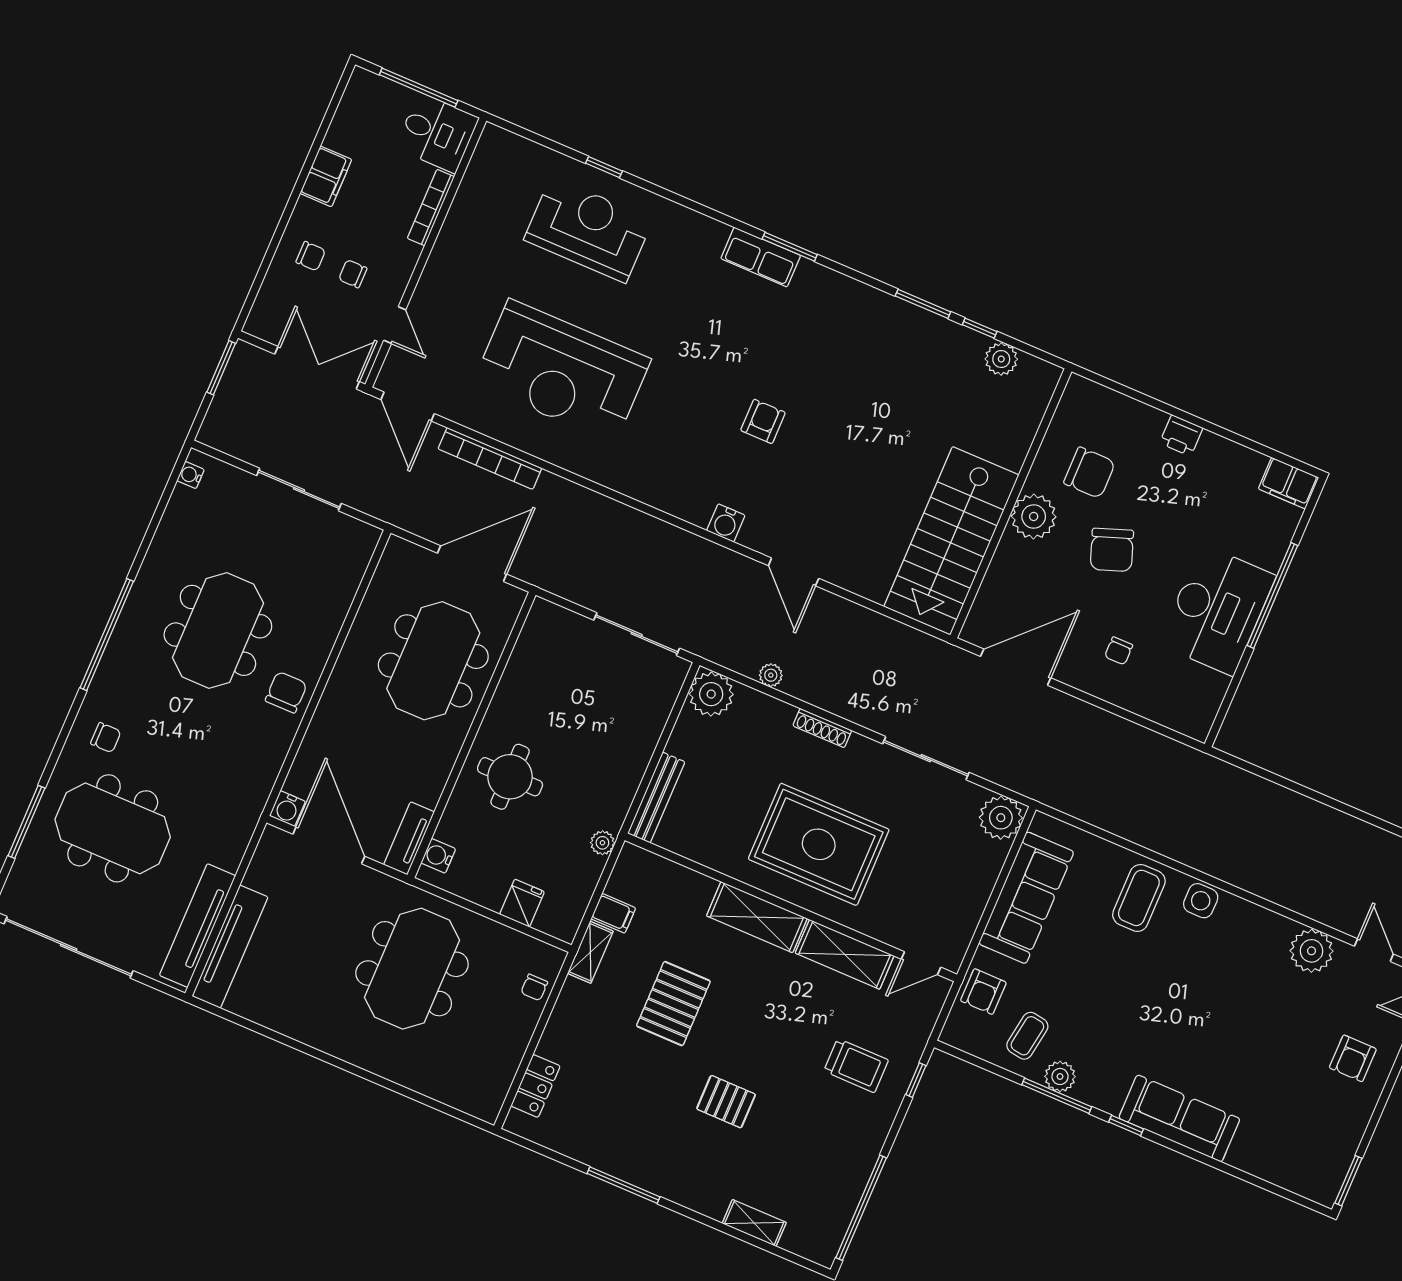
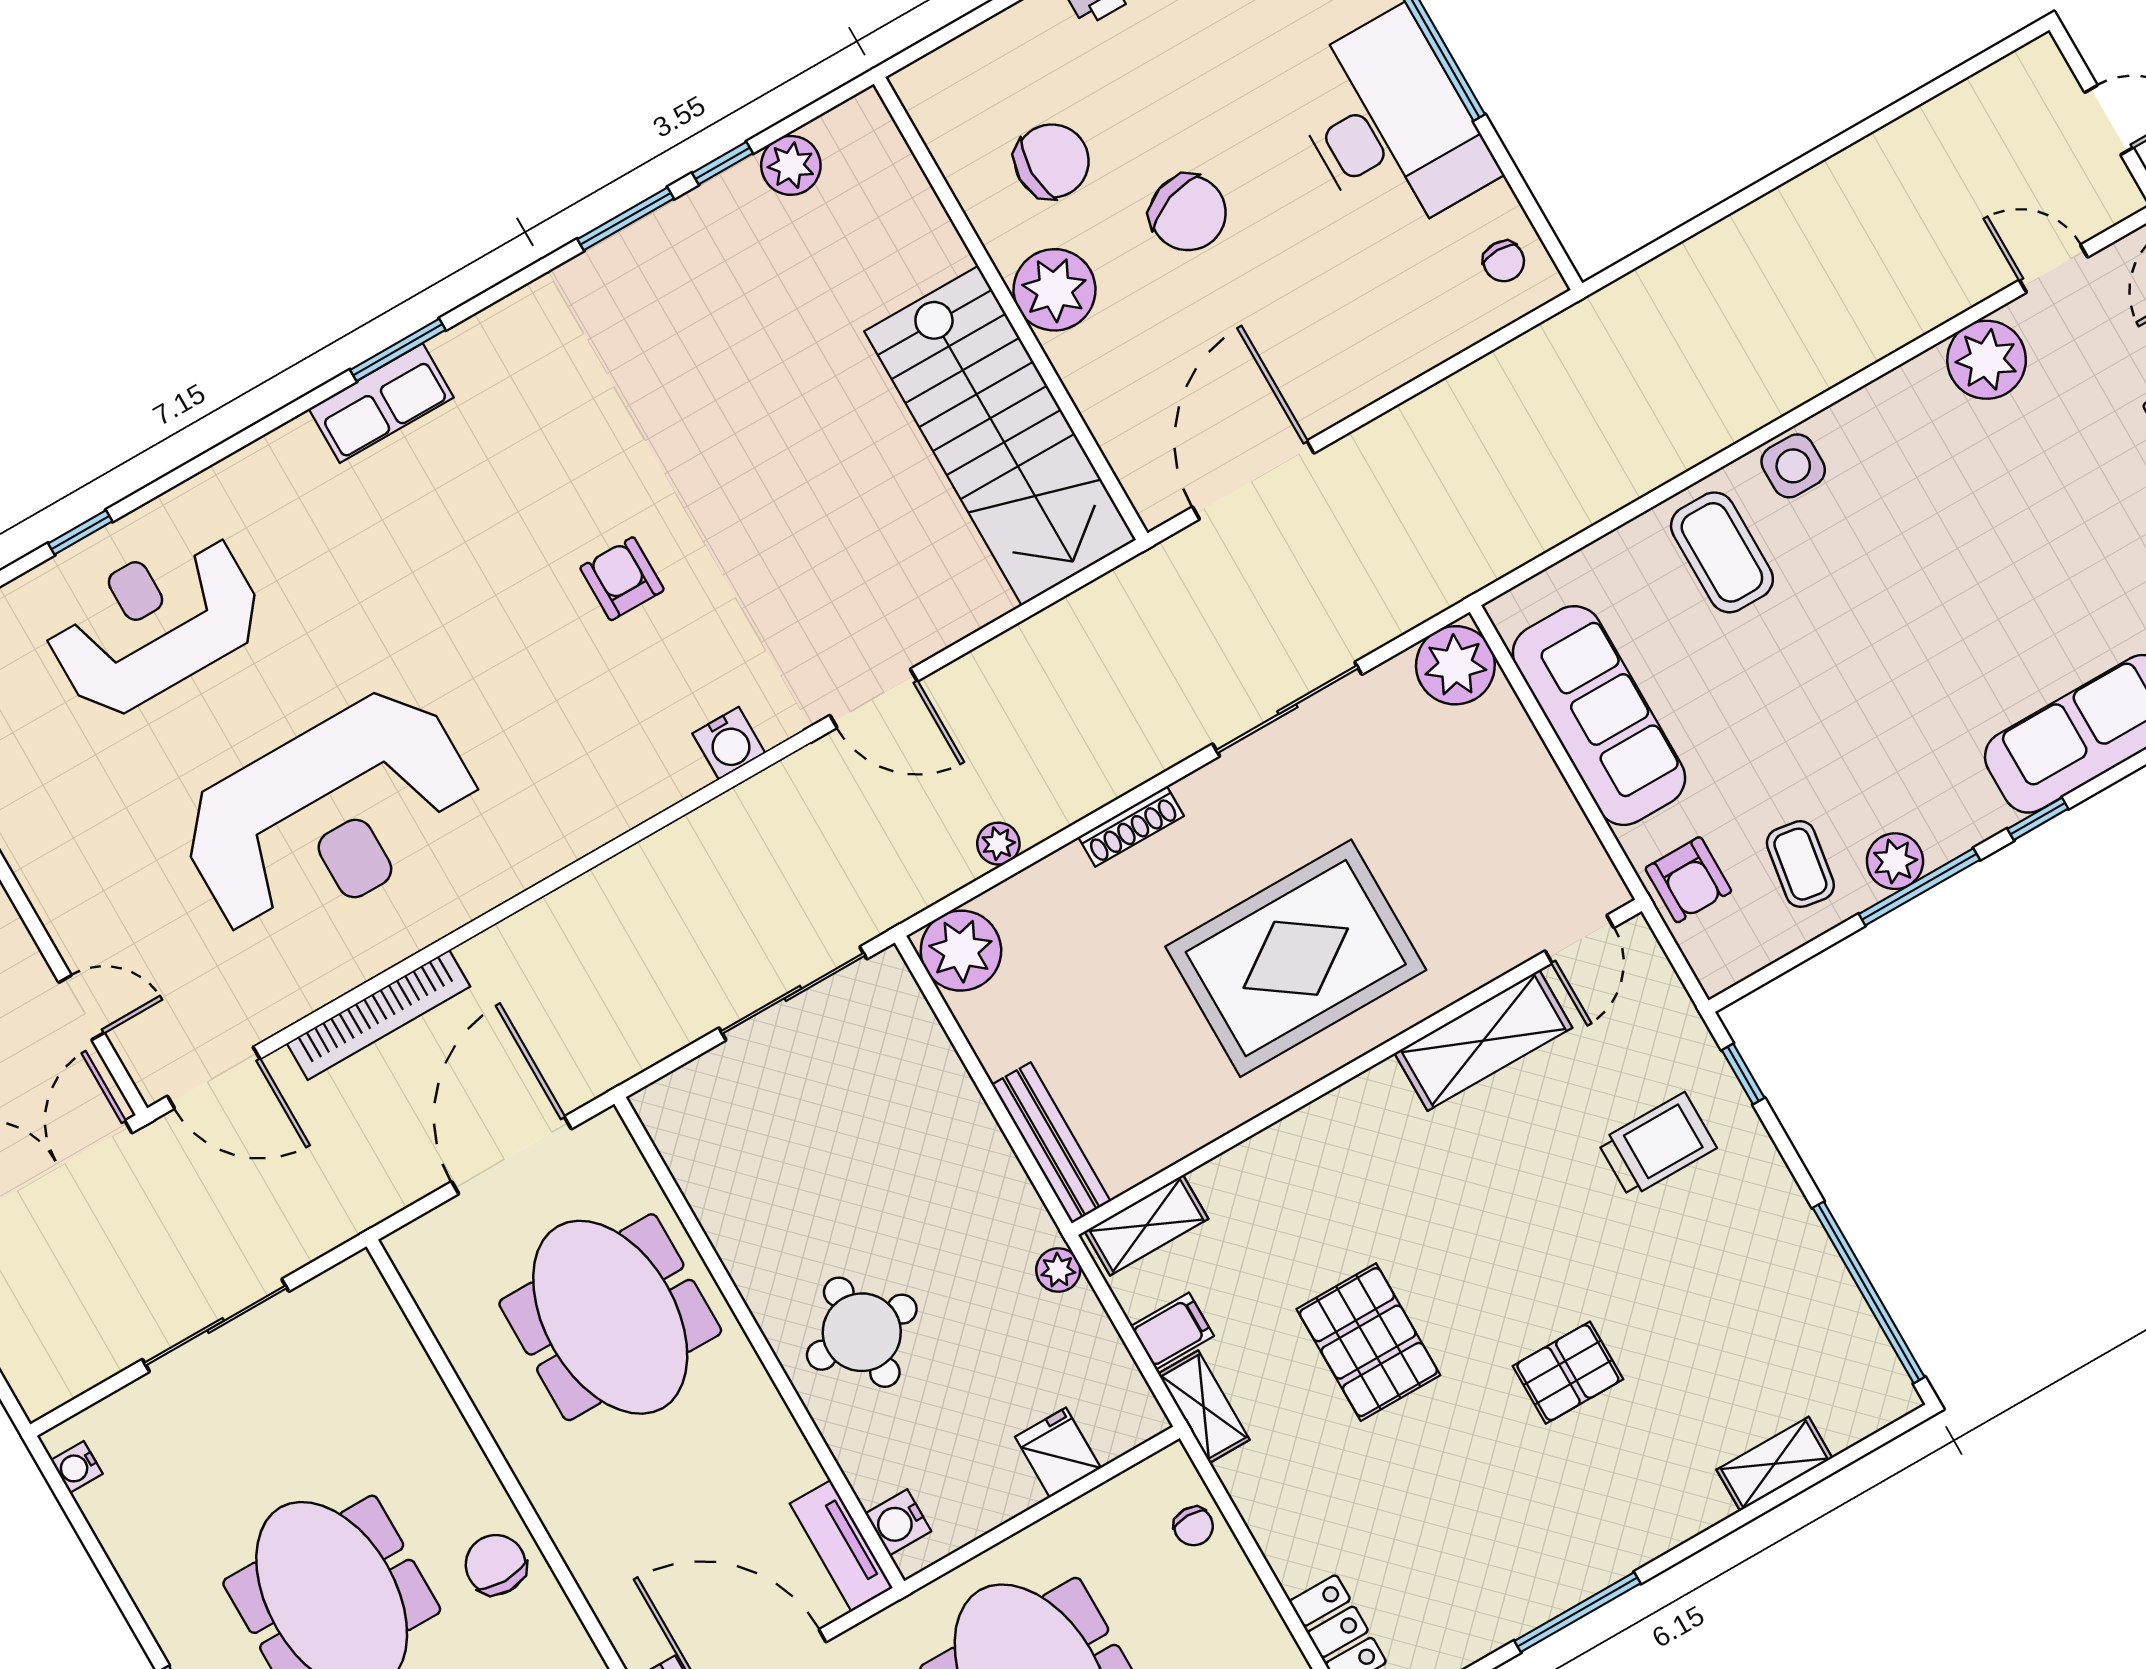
chair: (1119, 651) -> (1504, 261), moved
shelving: (757, 917) -> (1146, 1225), moved, width x0.67, depth x0.75

